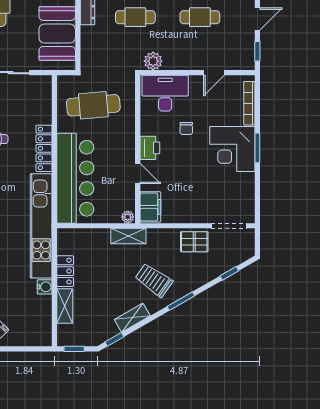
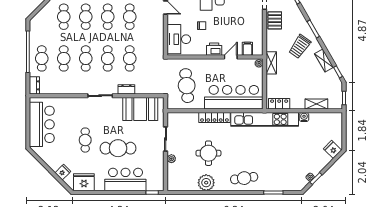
plant: (153, 61) -> (158, 47), removed
filing cabinet: (150, 207) -> (247, 49), width x0.50
locker: (65, 271) -> (279, 104), moved

